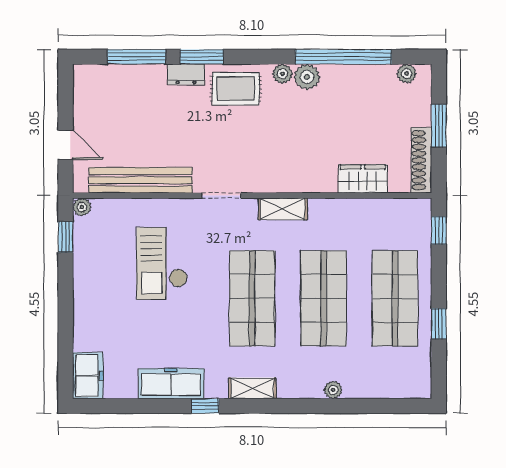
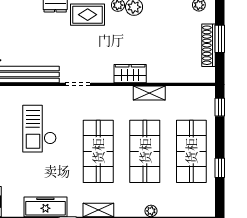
shoe rack: (421, 160) -> (209, 45), moved
wardrobe: (363, 179) -> (130, 74), moved
shelving: (283, 209) -> (149, 93), moved

